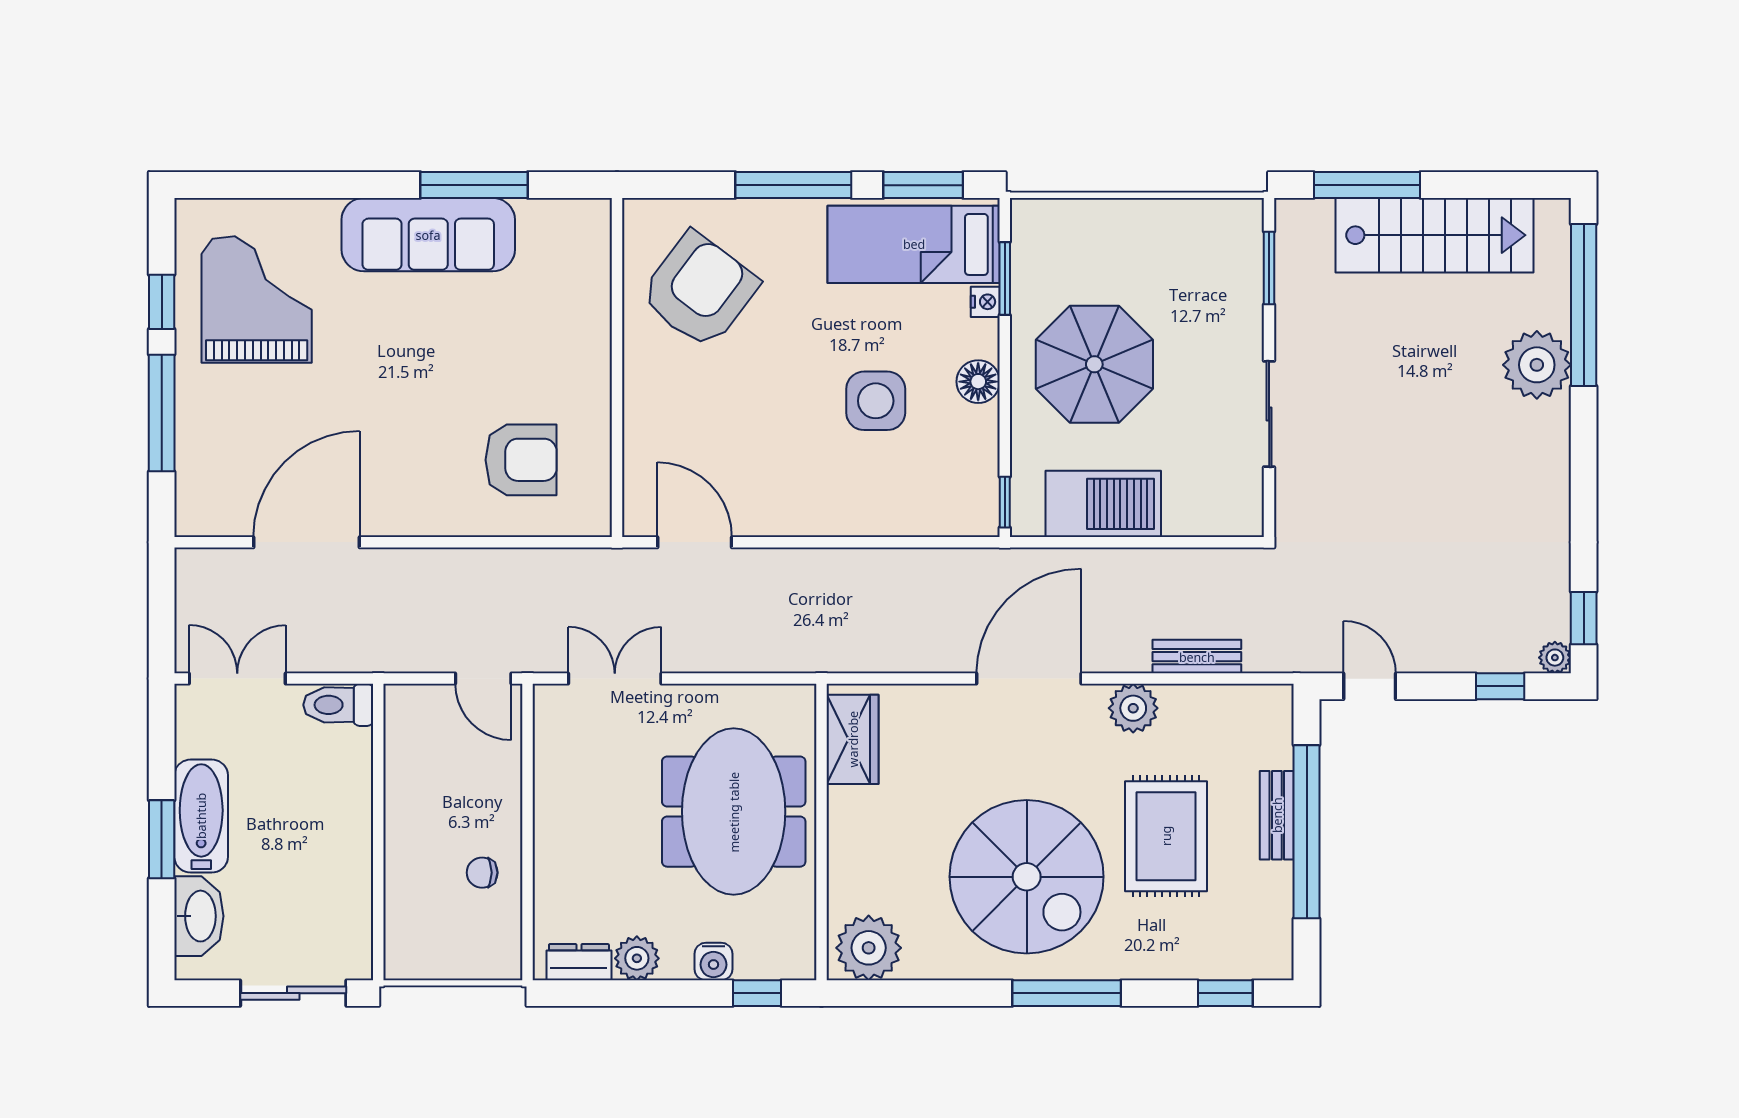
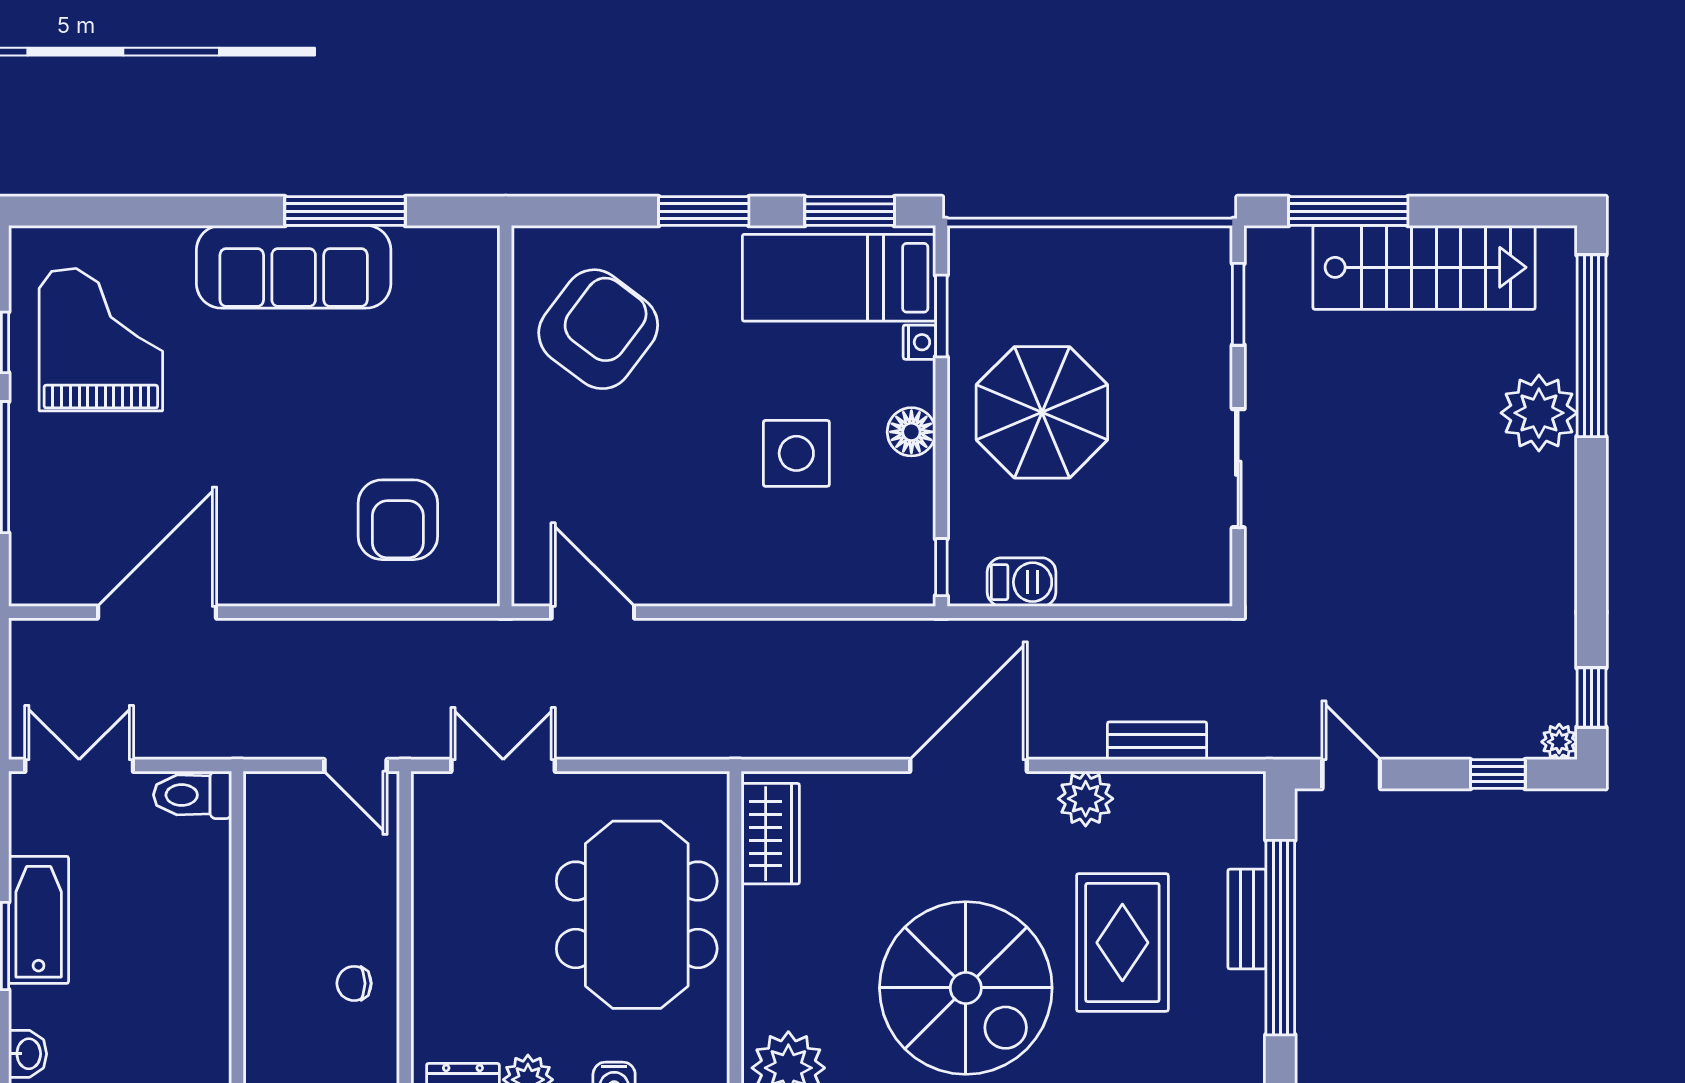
window: (793, 185) -> (704, 211), width x0.69
armchair: (521, 460) -> (398, 520), turned 90
barbecue: (1103, 504) -> (1022, 582), width x0.53, depth x0.65
washbasin: (199, 916) -> (28, 1054), width x0.52, depth x0.69

